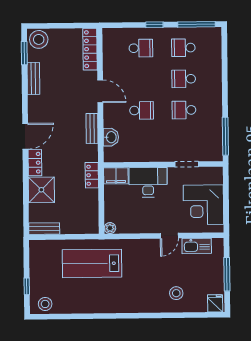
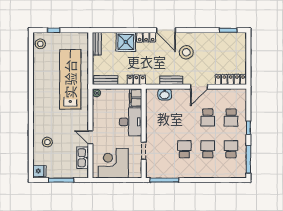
stool: (39, 39) -> (186, 52), moved
bench: (33, 78) -> (106, 80), moved
school desk: (142, 110) -> (208, 117), moved
lab bench: (92, 263) -> (70, 79), width x1.36

